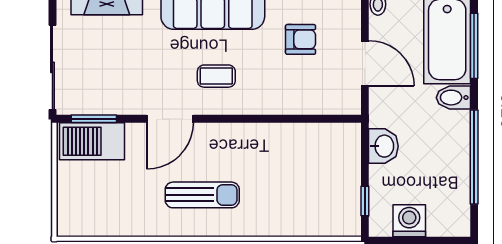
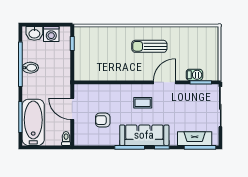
bidet: (453, 98) -> (30, 68), moved
barbecue: (92, 141) -> (194, 75), width x0.53, depth x0.65
washbasin: (383, 146) -> (34, 33), moved, turned -90

